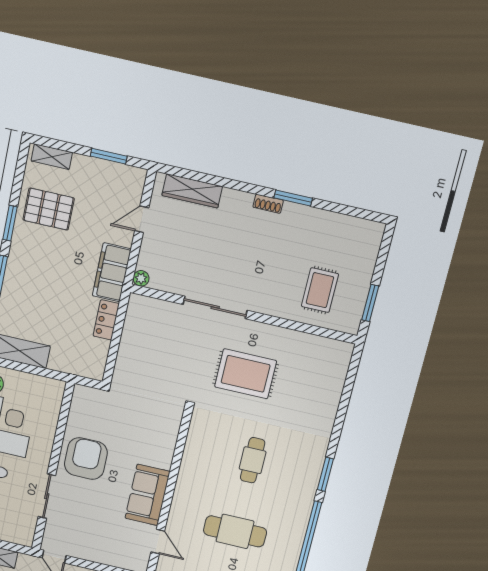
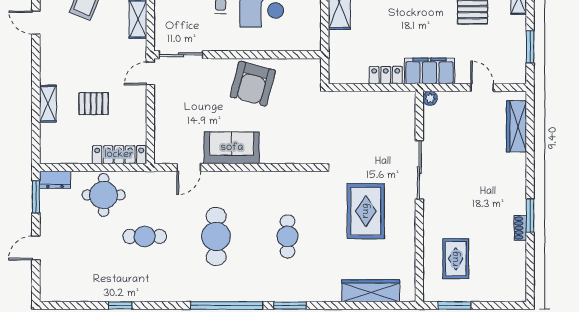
shoe rack: (268, 204) -> (520, 228), moved
rug: (320, 290) -> (456, 259), turned 90
wardrobe: (331, 388) -> (371, 291), added
armchair: (86, 459) -> (253, 84), turned 105
cafe table: (253, 460) -> (288, 236), turned 90
sliding door: (47, 496) -> (181, 55), moved

